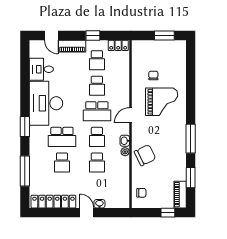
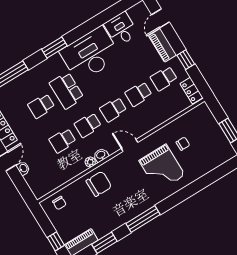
school desk: (97, 111) -> (113, 110), width x0.54
chair: (145, 155) -> (99, 184), turned -64

